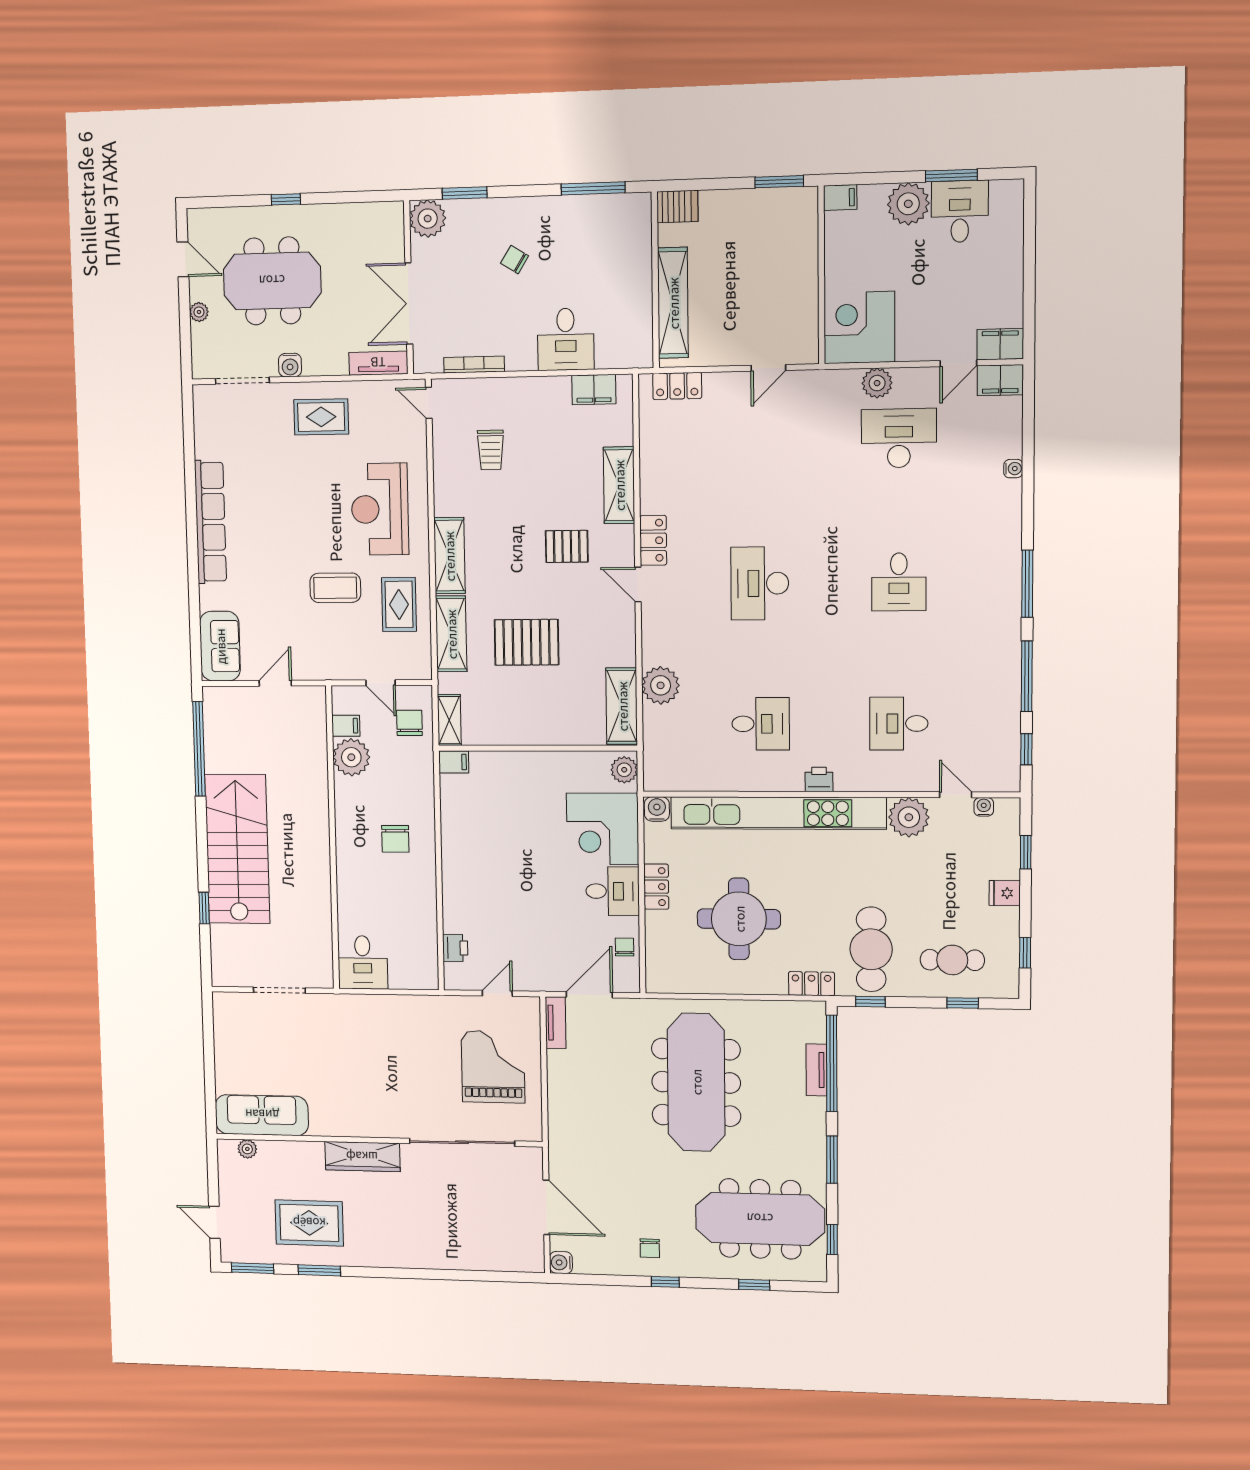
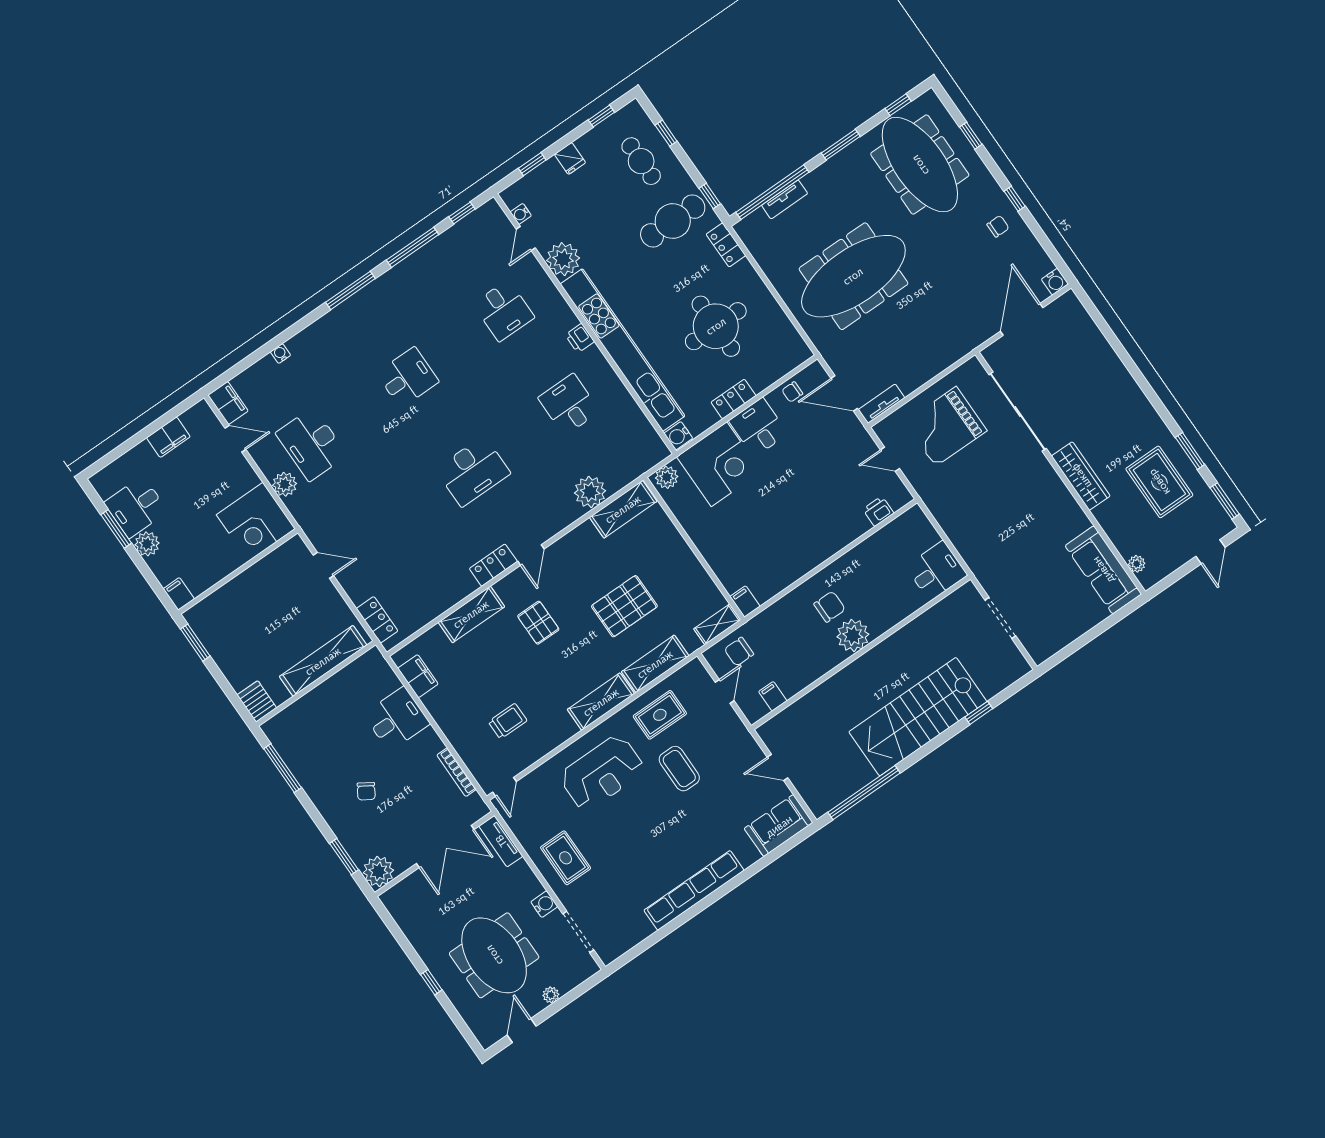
plant: (908, 204) -> (147, 544), width x0.73, depth x0.73
filing cabinet: (1000, 344) -> (168, 437), moved, turned -90
pallet: (527, 642) -> (624, 606), turned 90
plant: (351, 757) -> (853, 635), moved

